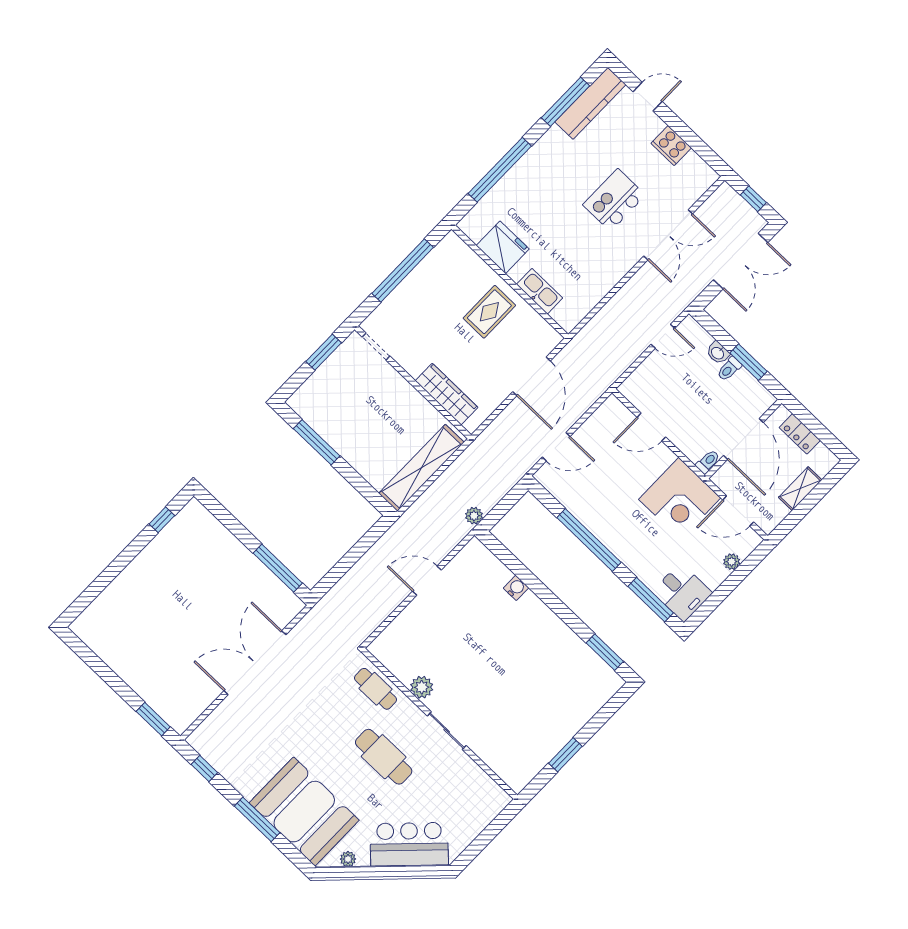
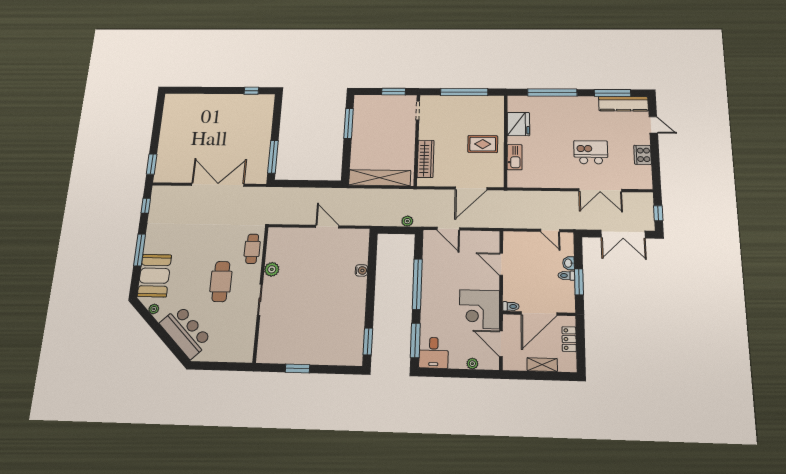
plant: (474, 516) -> (407, 221), moved
booth: (304, 812) -> (154, 276), width x0.73, depth x0.70

